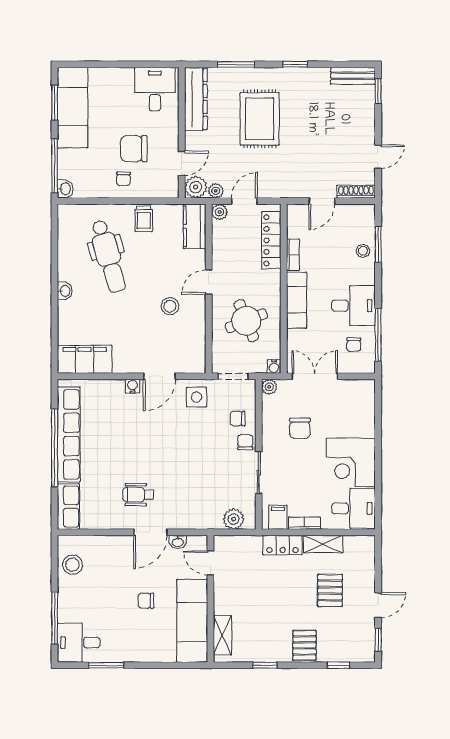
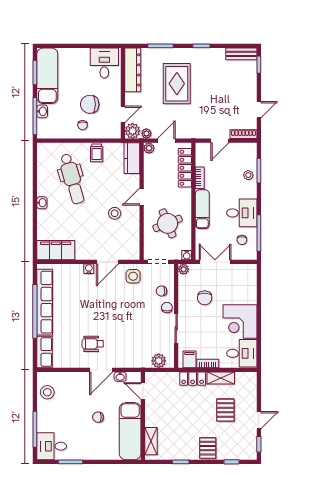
washbasin: (65, 189) -> (42, 111), moved

